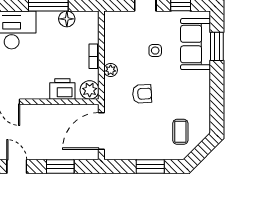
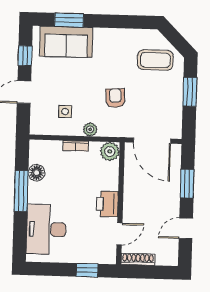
side table: (155, 51) -> (65, 112), moved
printer: (62, 89) -> (107, 204), moved
coffee table: (180, 132) -> (155, 60), width x1.36, depth x1.30

